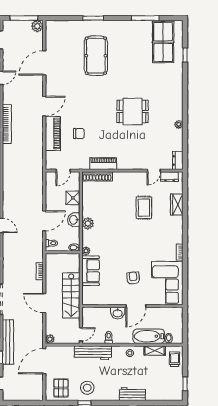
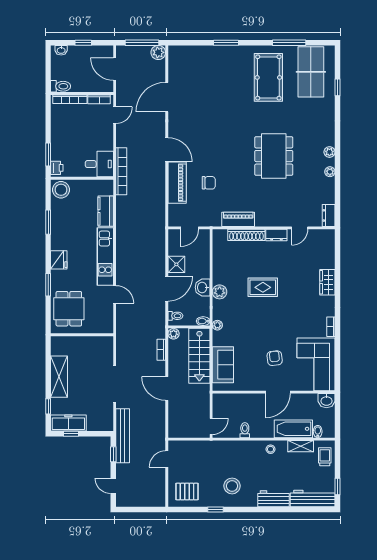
pool table: (96, 56) -> (268, 77), moved
door: (44, 106) -> (167, 150), hinge flipped
plant: (178, 108) -> (329, 152), added
dining table: (133, 111) -> (274, 156), width x1.38
shoe rack: (97, 176) -> (246, 235), moved
dresser: (170, 177) -> (276, 235), moved
shower: (73, 198) -> (176, 264), moved
wardrobe: (177, 205) -> (327, 282), moved
rug: (144, 208) -> (263, 287), moved, turned 90
sofa: (91, 271) -> (223, 365), moved
stairs: (71, 295) -> (199, 356), moved
washbasin: (118, 313) -> (326, 401), moved
plant: (50, 339) -> (174, 334), moved
workbench: (93, 353) -> (313, 498), moved, turned 180
door: (44, 361) -> (167, 459), width x0.53
pallet: (61, 388) -> (187, 492), turned 90
stool: (87, 388) -> (232, 486), moved

